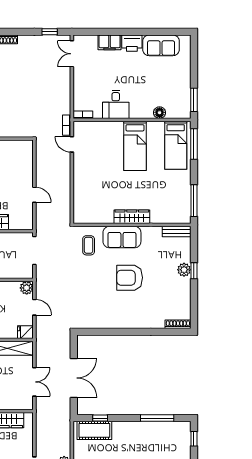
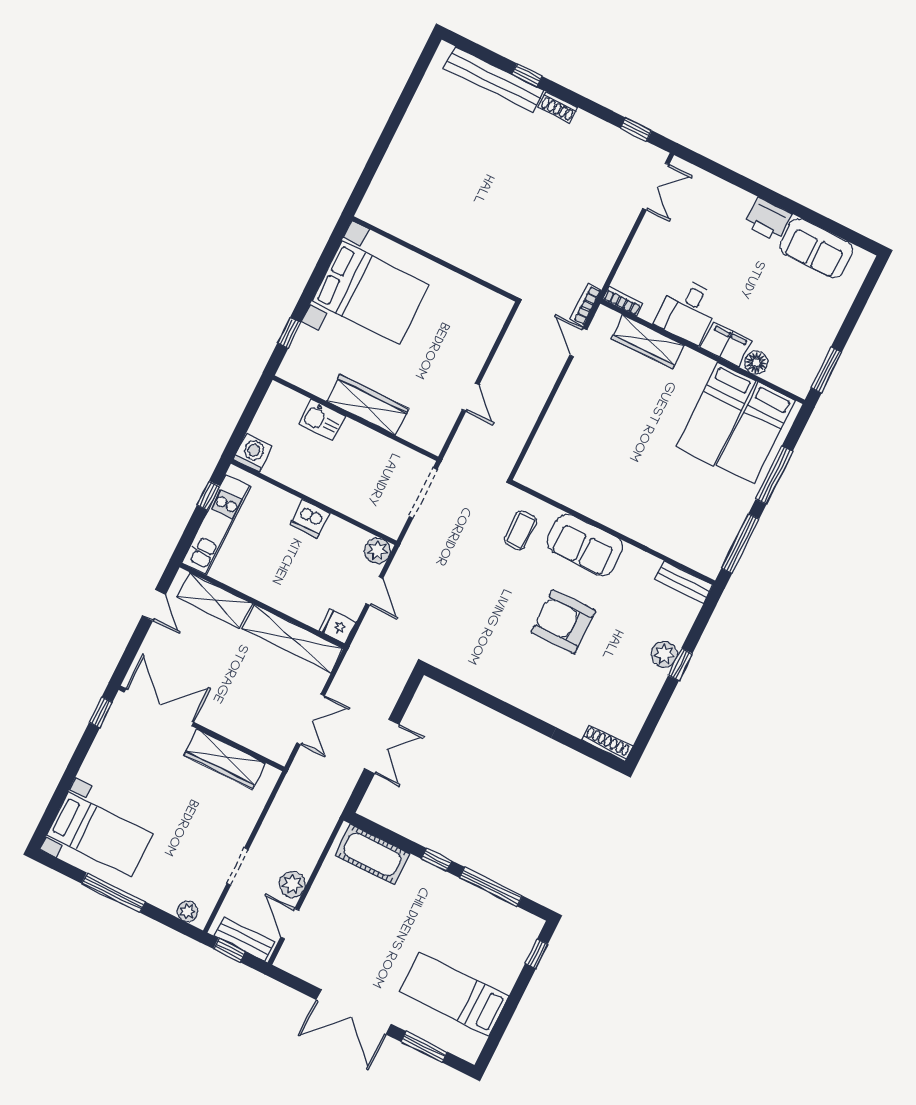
filing cabinet: (110, 42) -> (726, 344), moved, turned 180
double door: (72, 54) -> (656, 186), swing flipped
window: (194, 144) -> (774, 475), moved
bed: (135, 146) -> (716, 414), moved
wardrobe: (132, 217) -> (648, 342), moved, turned 180
double door: (74, 378) -> (382, 746), width x0.73
window: (100, 418) -> (436, 860), moved

